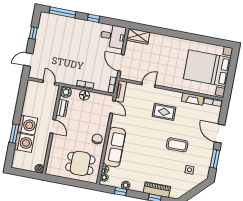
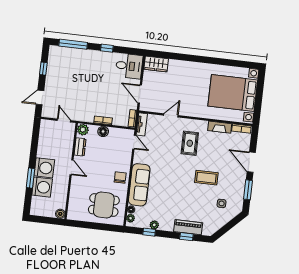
rug: (164, 112) -> (190, 143), turned 90

